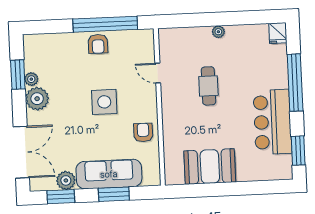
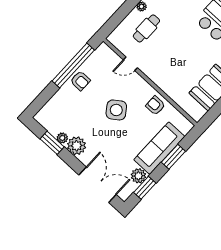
cafe table: (208, 86) -> (146, 28), moved, turned 90
side table: (104, 102) -> (116, 110), turned -36

